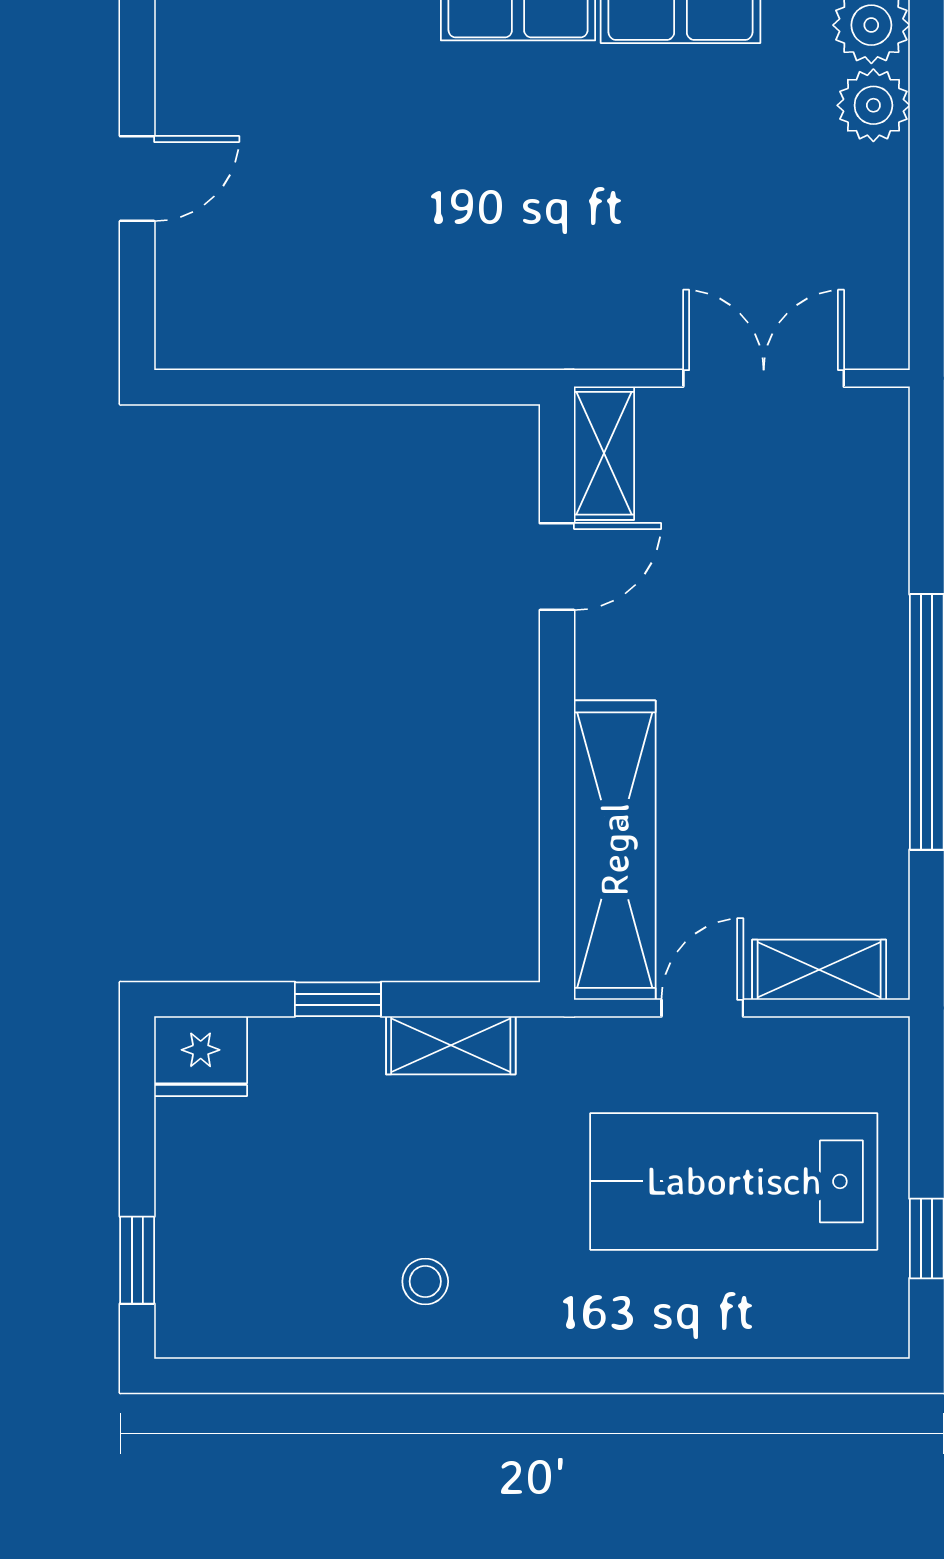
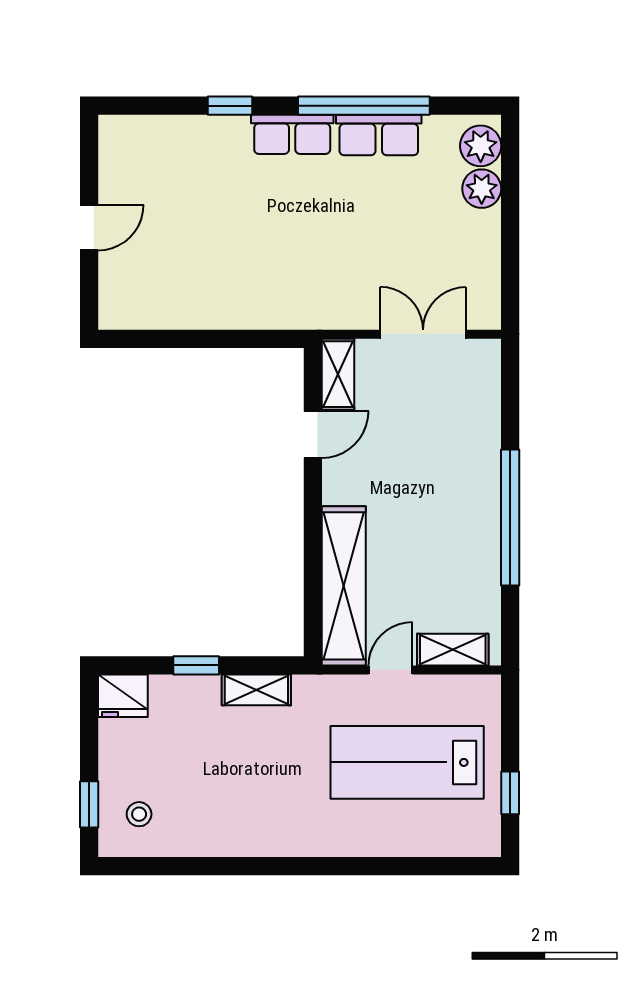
stool: (425, 1281) -> (139, 814), moved

